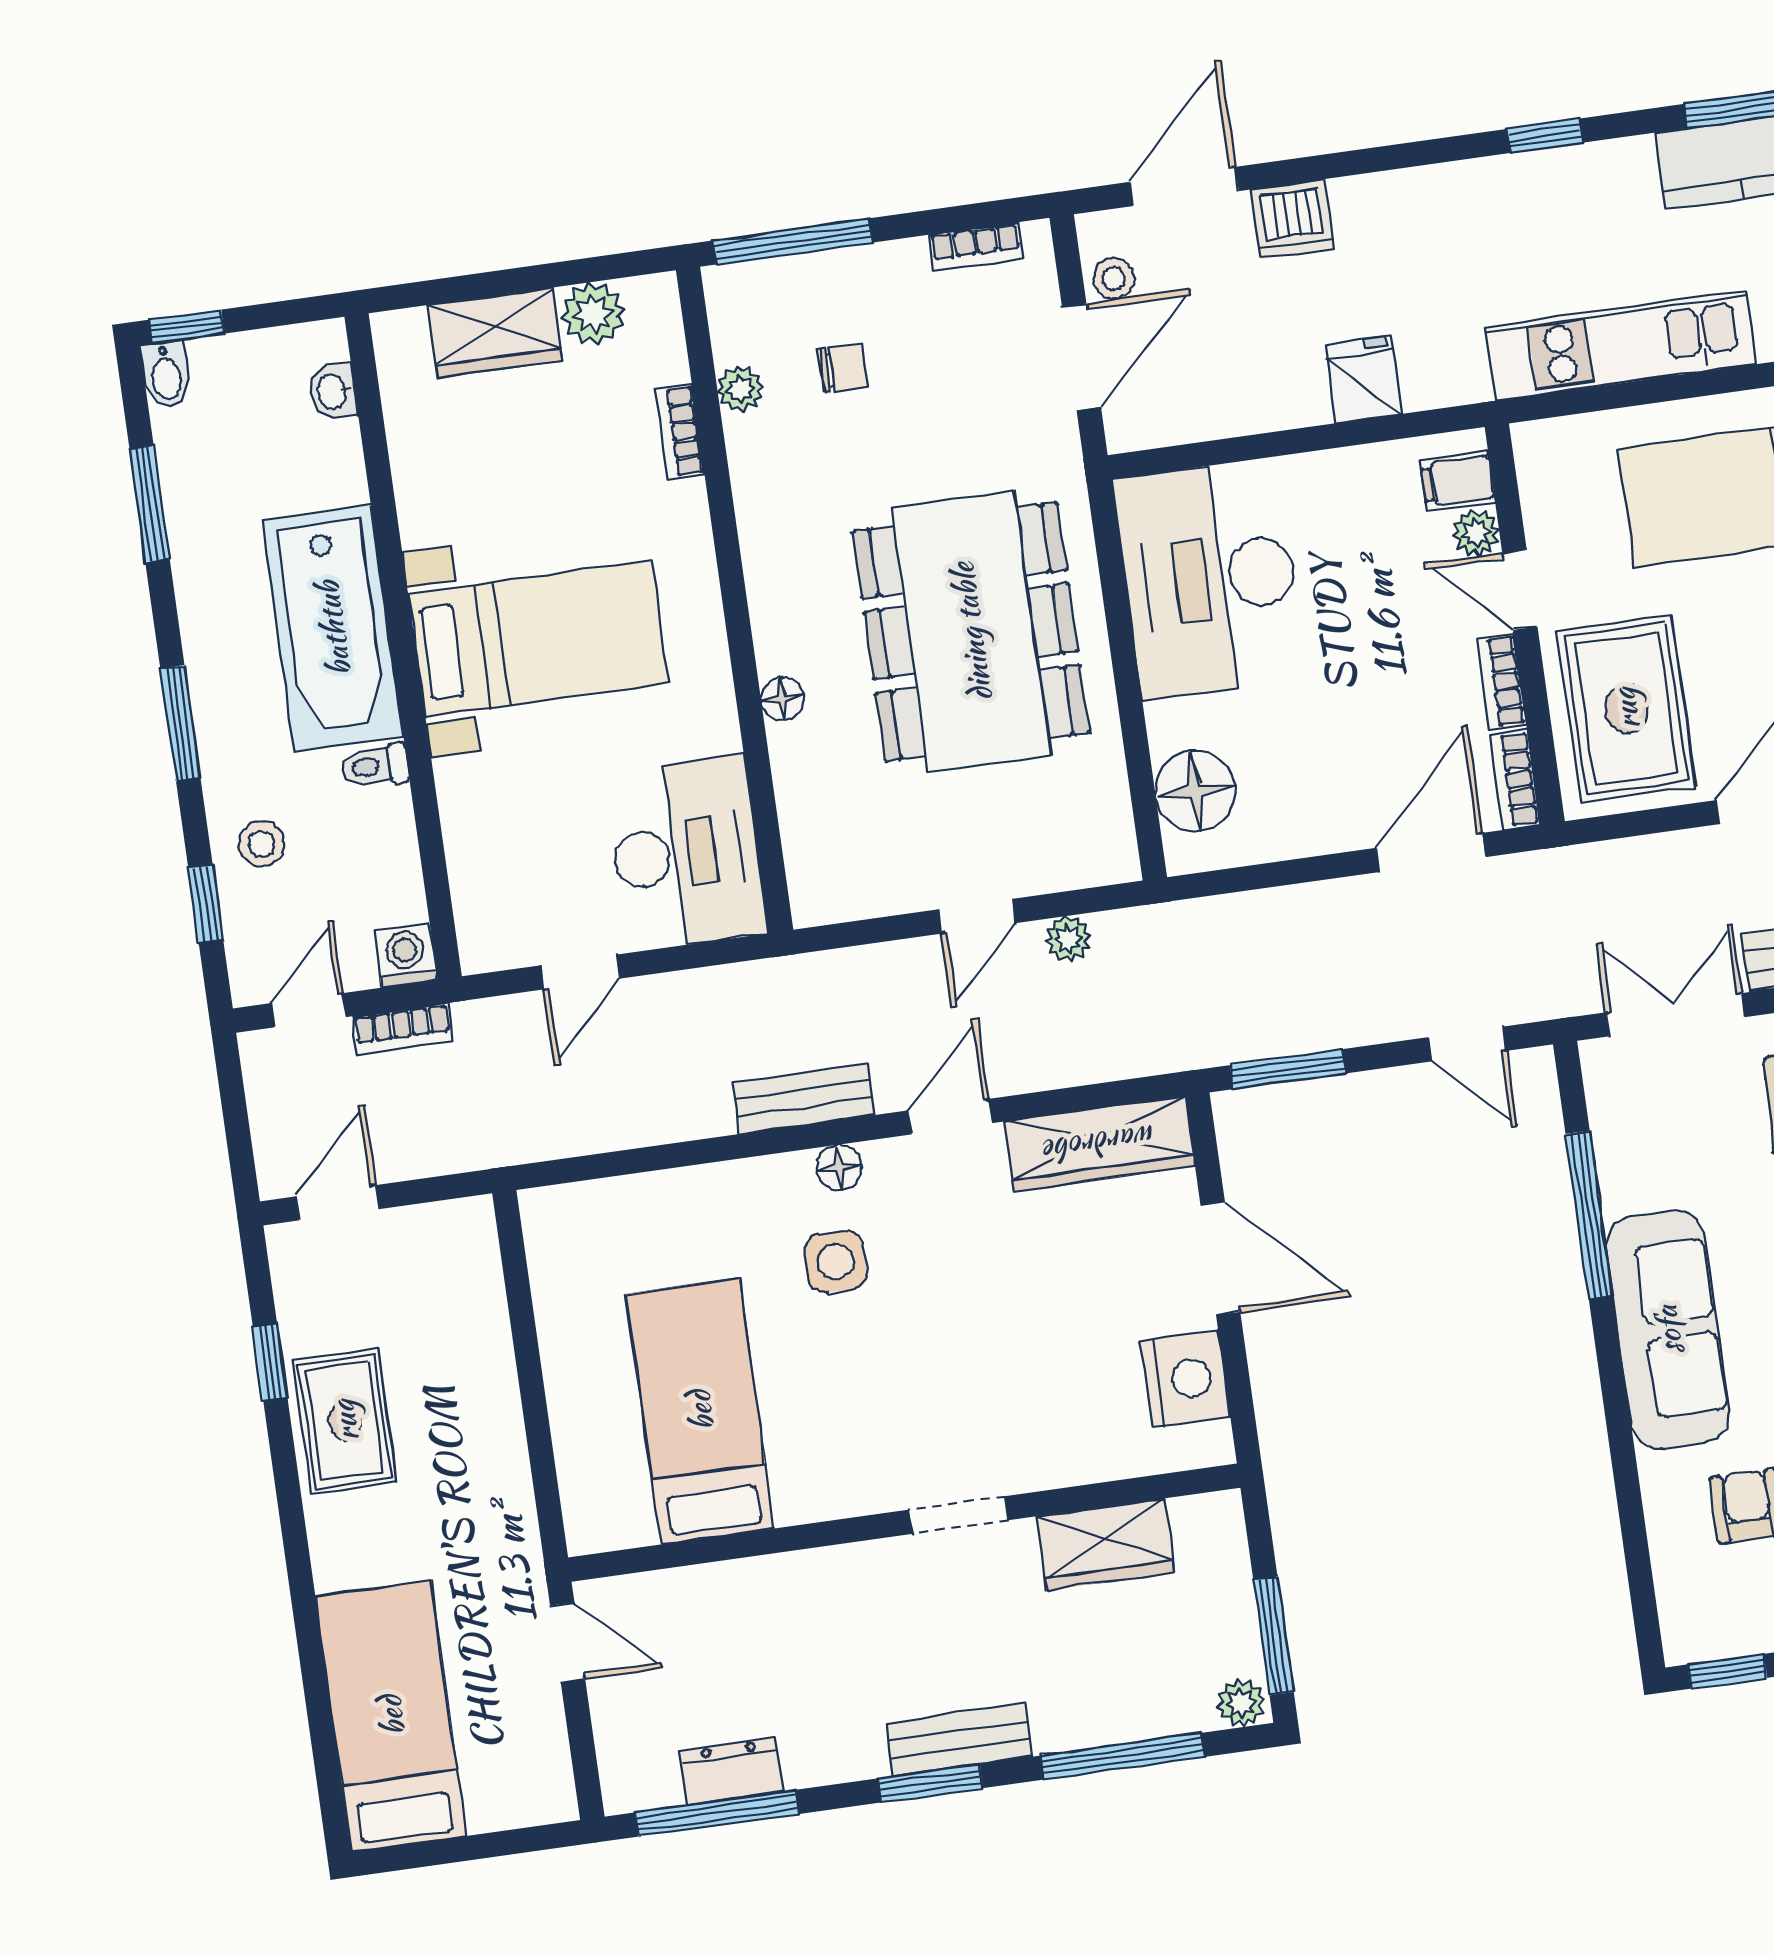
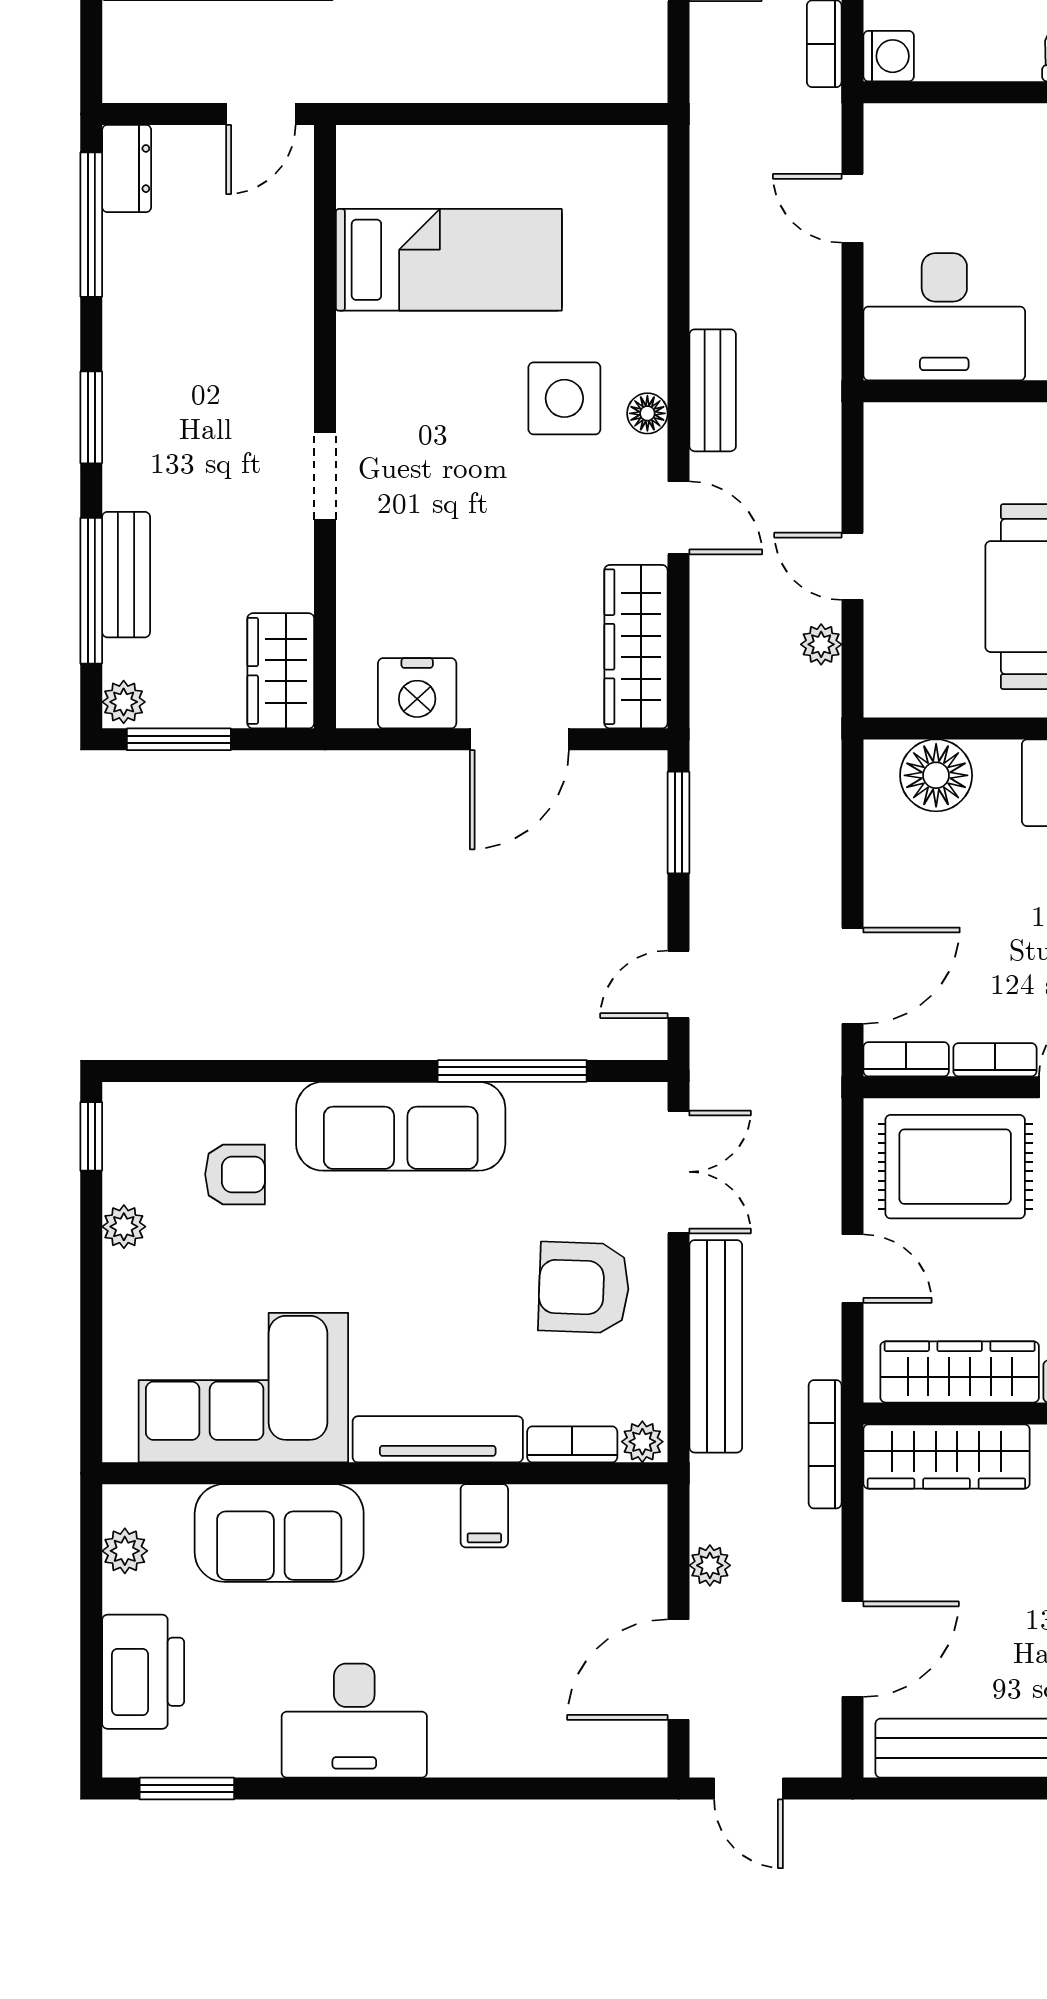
door: (1431, 852) -> (852, 976), hinge flipped
side table: (836, 1262) -> (564, 398), width x1.37, depth x1.37
wardrobe: (1106, 1544) -> (281, 671), moved
bench: (959, 1740) -> (126, 575), moved
dresser: (731, 1771) -> (127, 169), moved

